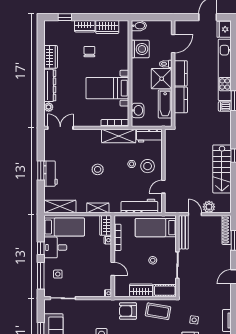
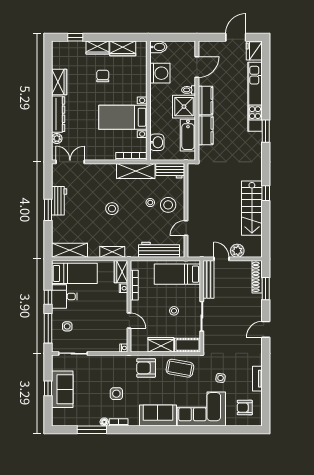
dishwasher: (225, 106) -> (255, 138), removed
workbench: (51, 174) -> (59, 201), moved

